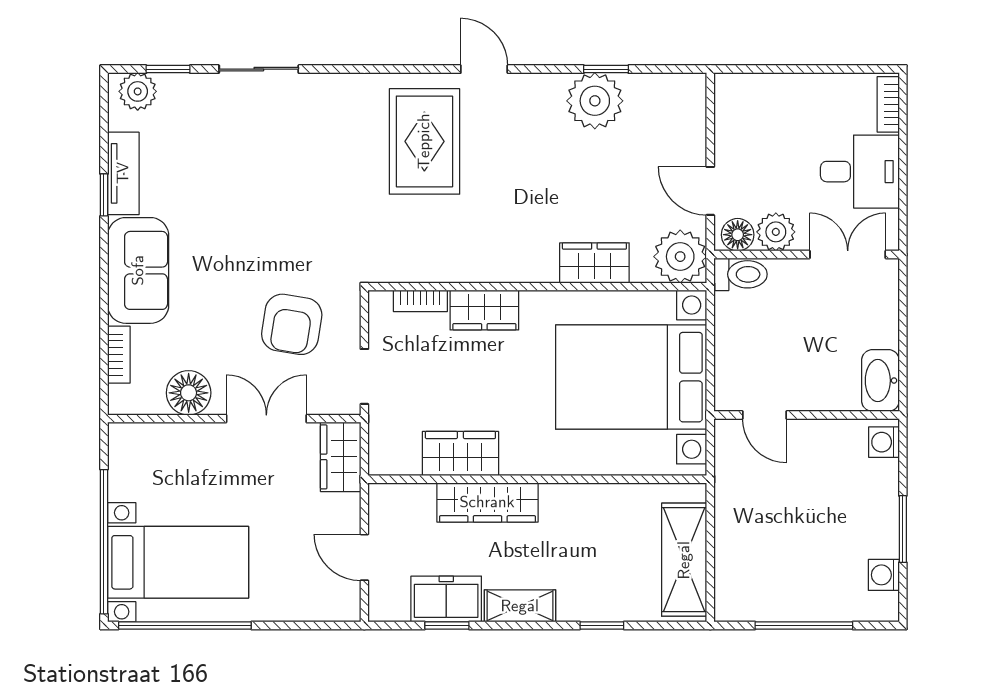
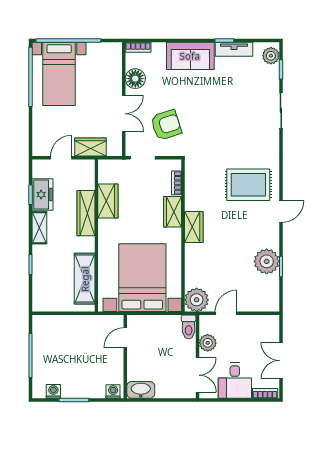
double door: (815, 69) -> (281, 361), added
floor lamp: (738, 235) -> (206, 326), removed
wardrobe: (594, 263) -> (194, 227), moved
armchair: (292, 324) -> (166, 125), turned 153
bookcase: (119, 355) -> (138, 47), moved
wardrobe: (341, 457) -> (91, 147), moved
shelving: (684, 560) -> (85, 279), moved, turned 90

